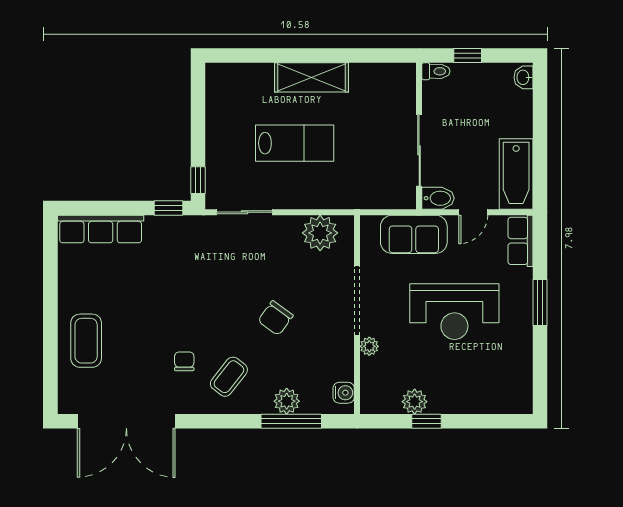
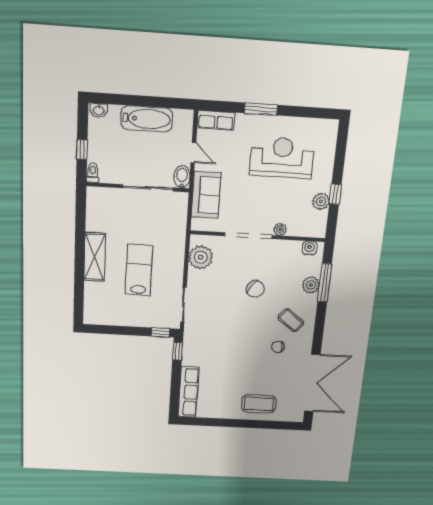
bathtub: (516, 174) -> (147, 119), moved
reception desk: (454, 312) -> (282, 157), moved, turned -90

